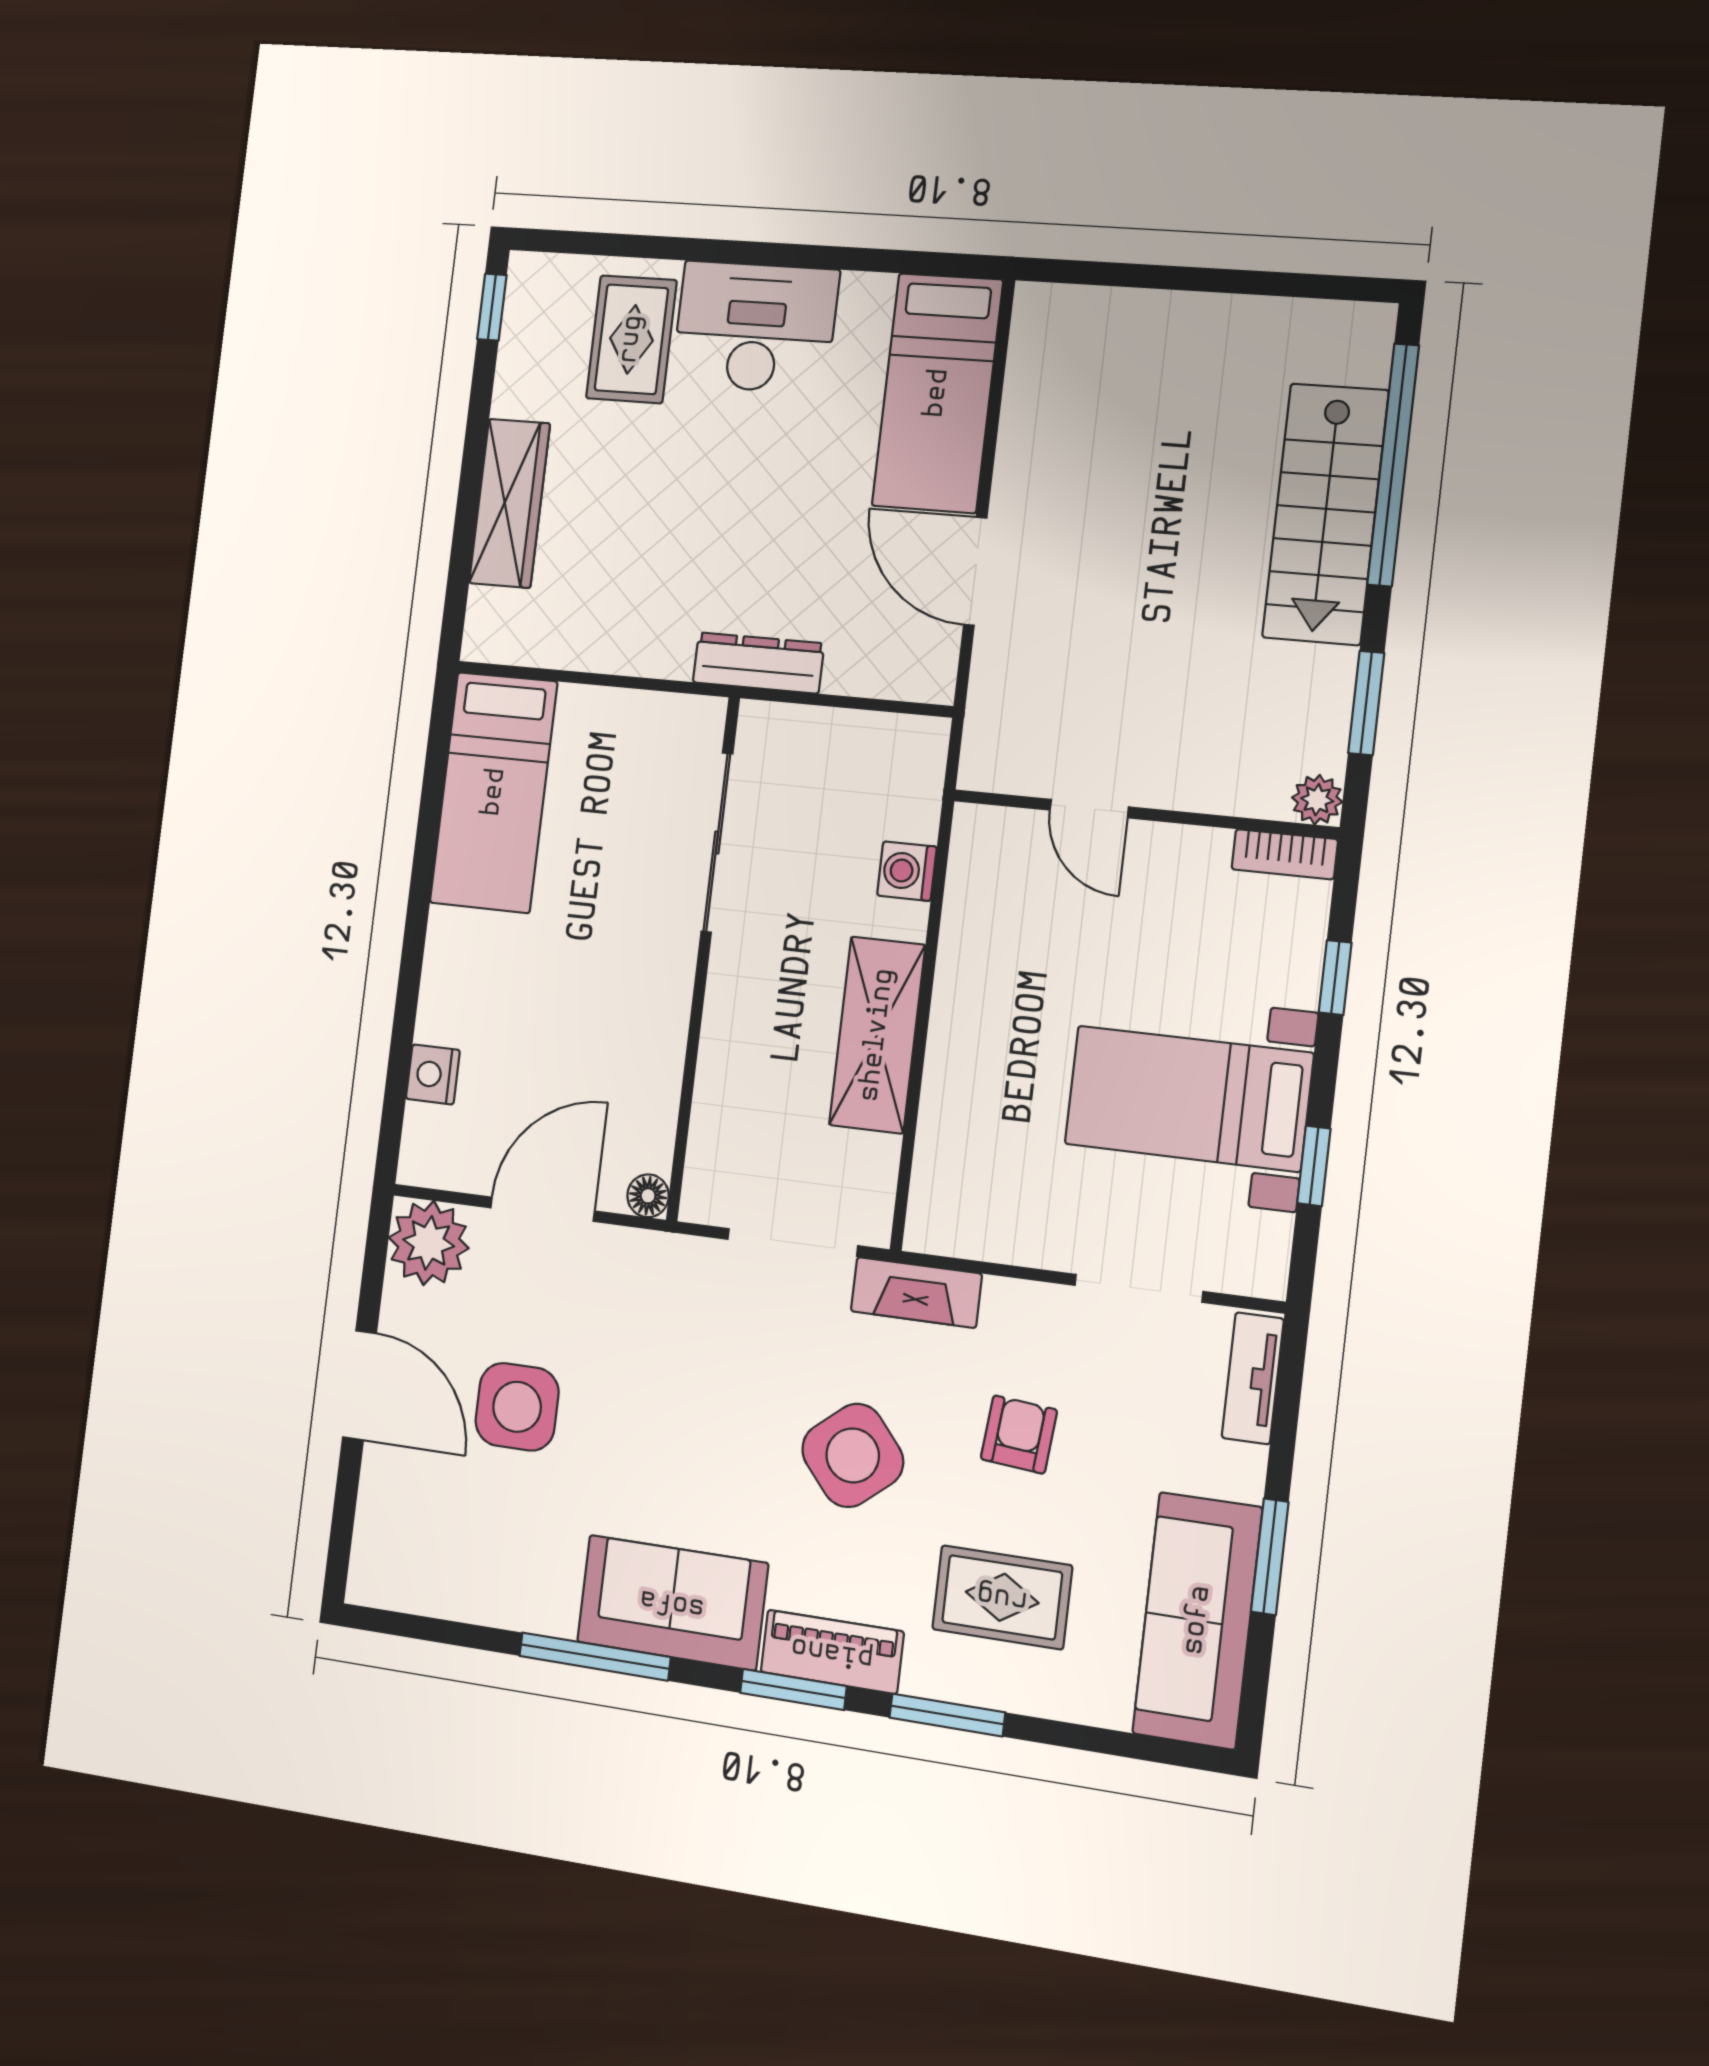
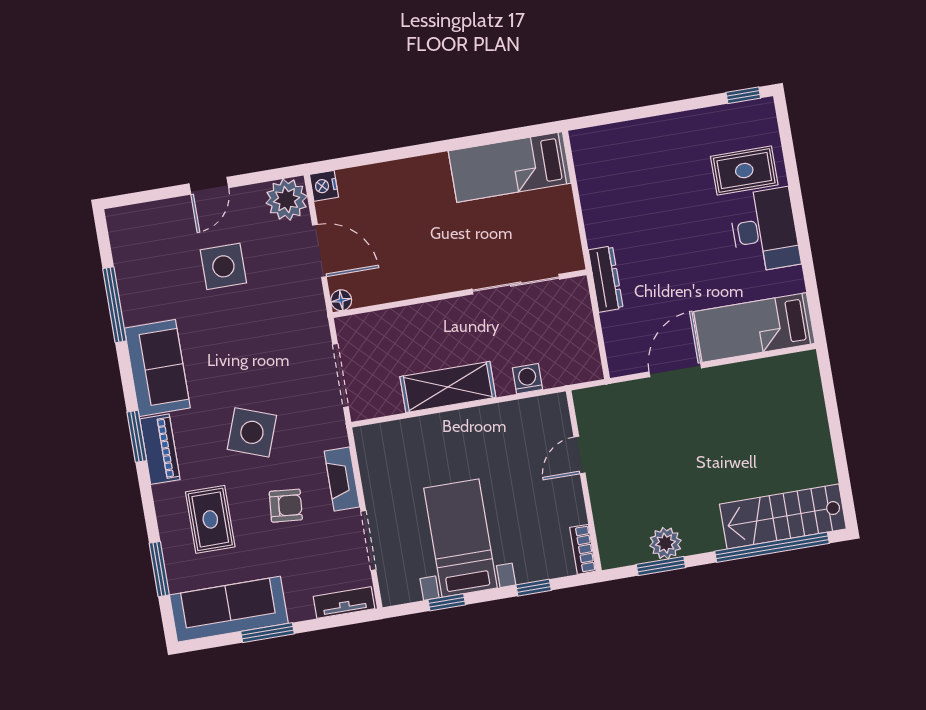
wardrobe: (510, 503) -> (650, 133), removed
stairs: (1325, 514) -> (783, 517), moved
plant: (1317, 800) -> (665, 543), moved, width x1.38, depth x1.38
nightstand: (433, 1074) -> (324, 186), moved, turned -90
fireplace: (916, 1292) -> (342, 479), moved
door: (360, 1385) -> (209, 186), width x0.73
side table: (853, 1455) -> (252, 432), turned -30
window: (595, 1657) -> (115, 305), moved
window: (947, 1715) -> (159, 569), moved

